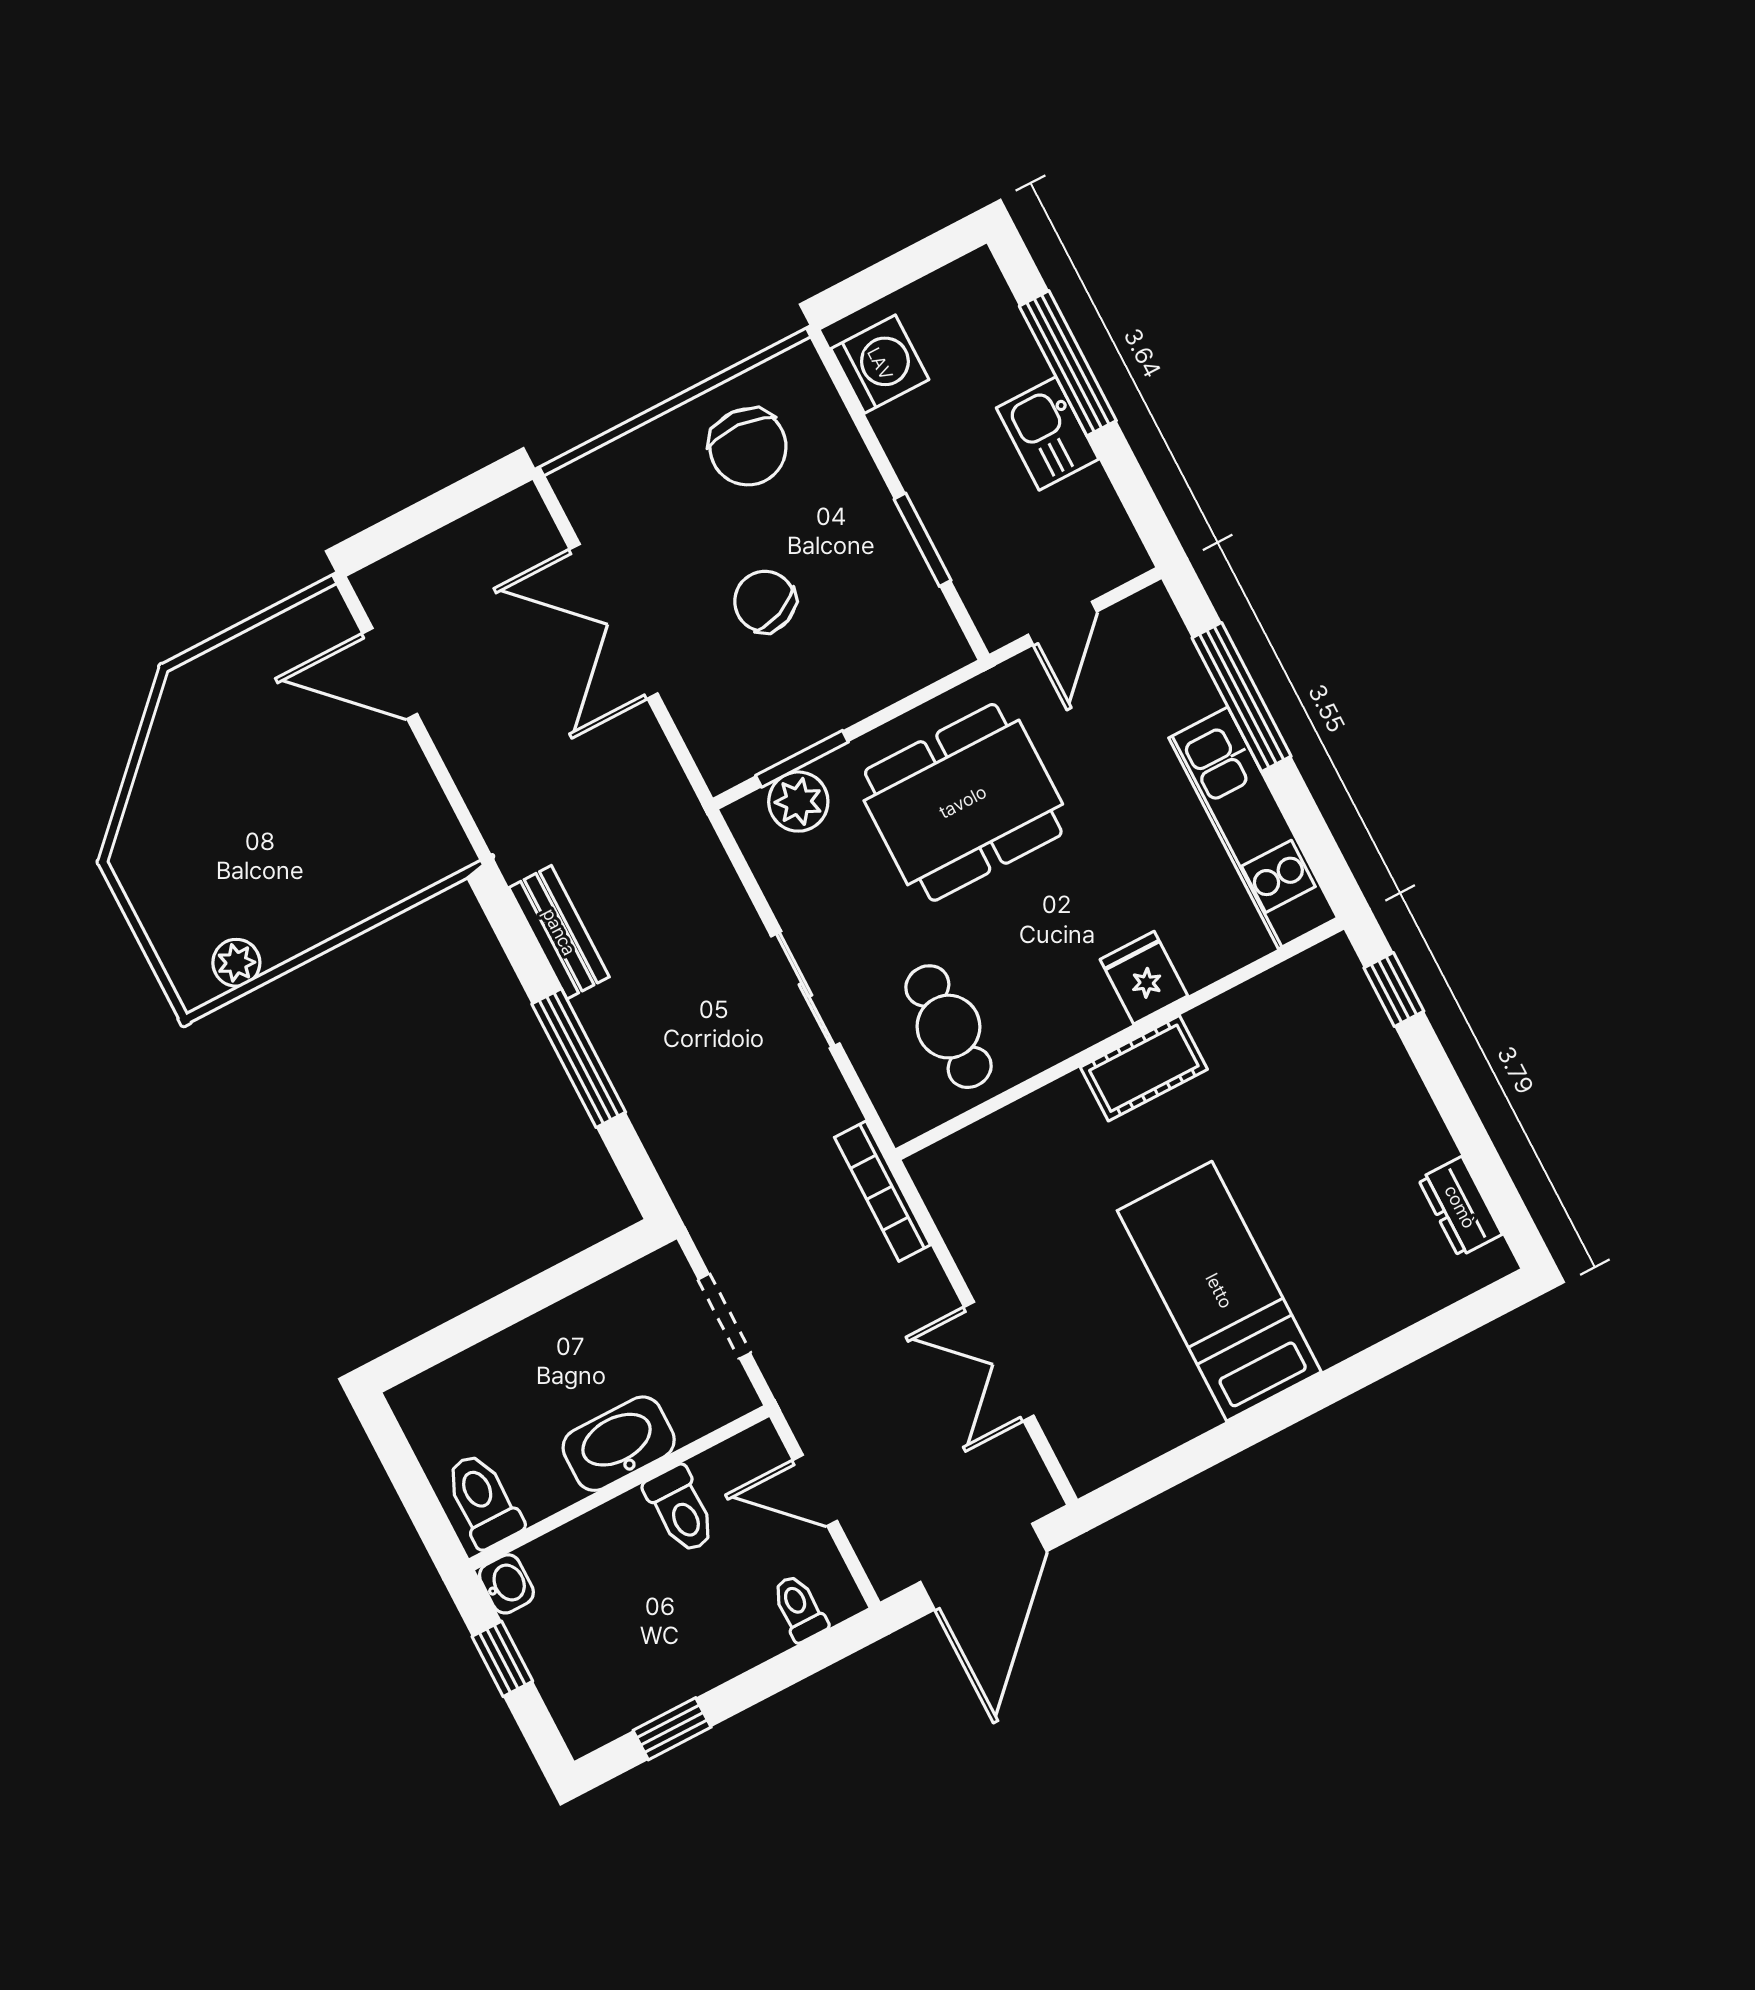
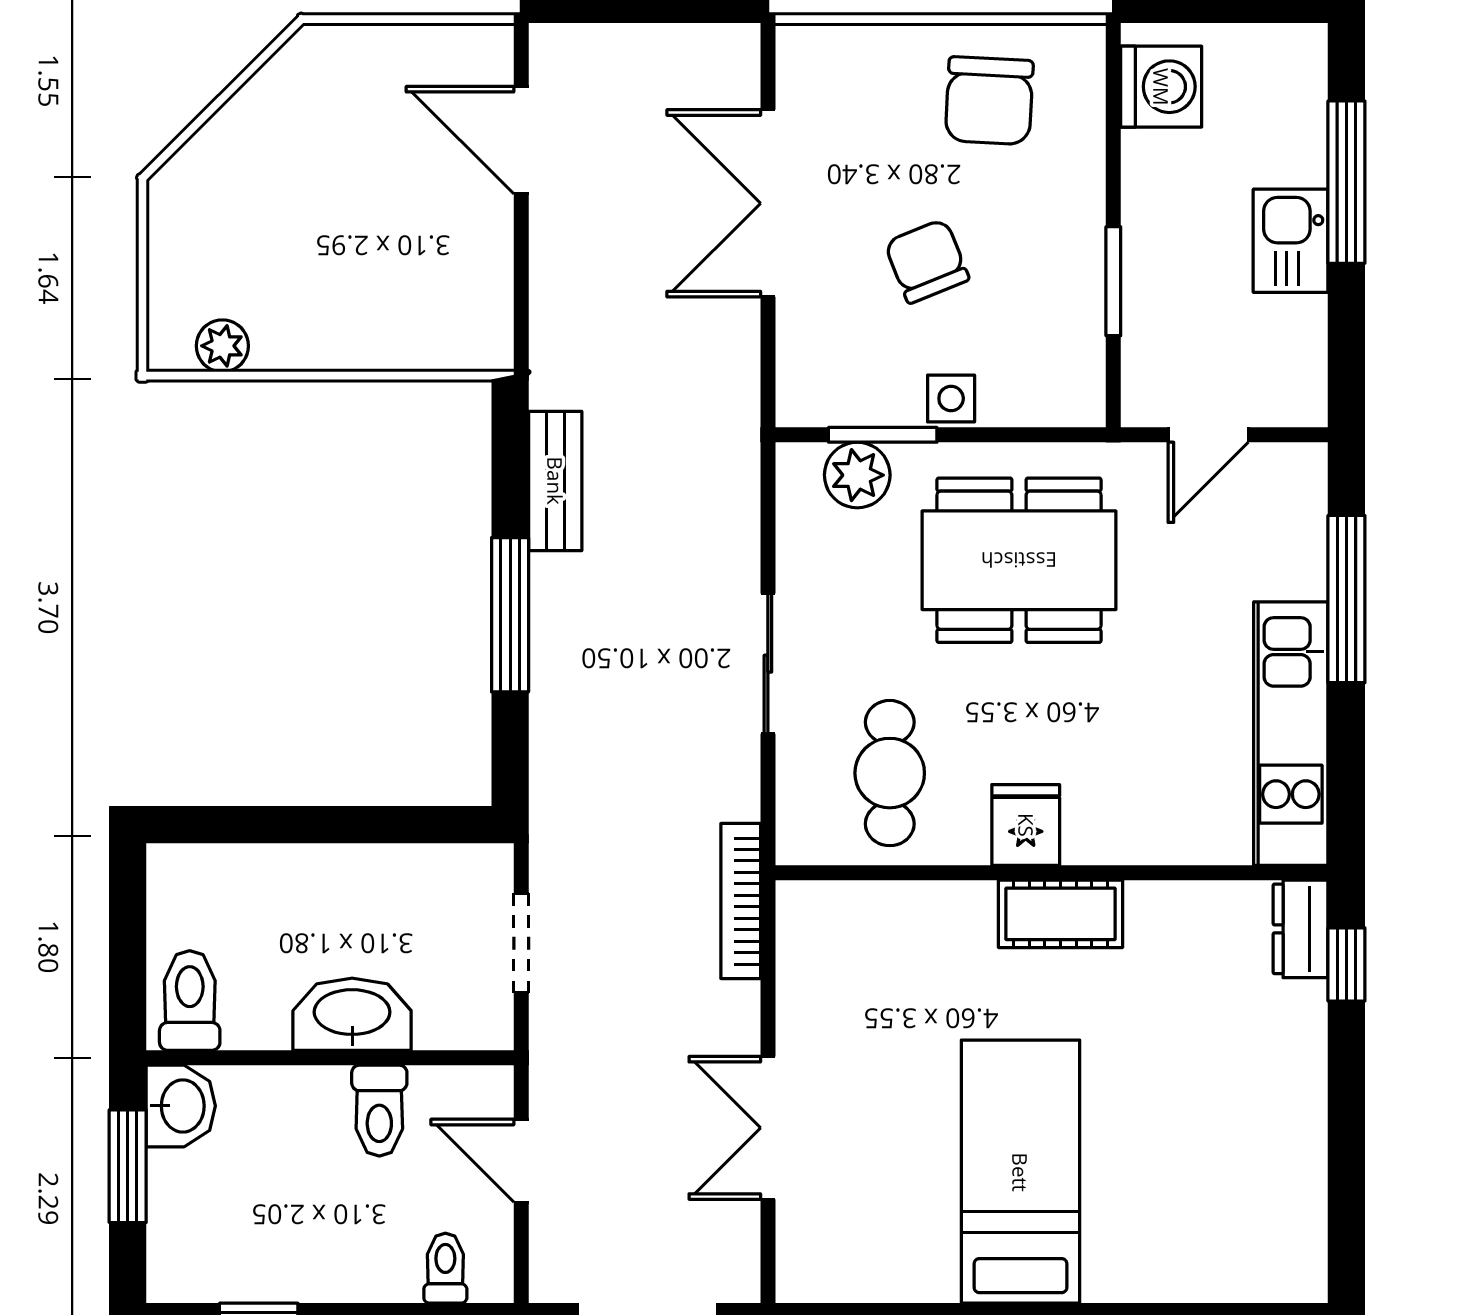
side table: (842, 701) -> (951, 398), added
fridge: (1144, 978) -> (1026, 825), moved
dresser: (1460, 1207) -> (1301, 929), moved
washbasin: (506, 1584) -> (181, 1106), width x1.38, depth x1.45
window: (502, 1659) -> (128, 1166), width x1.50

